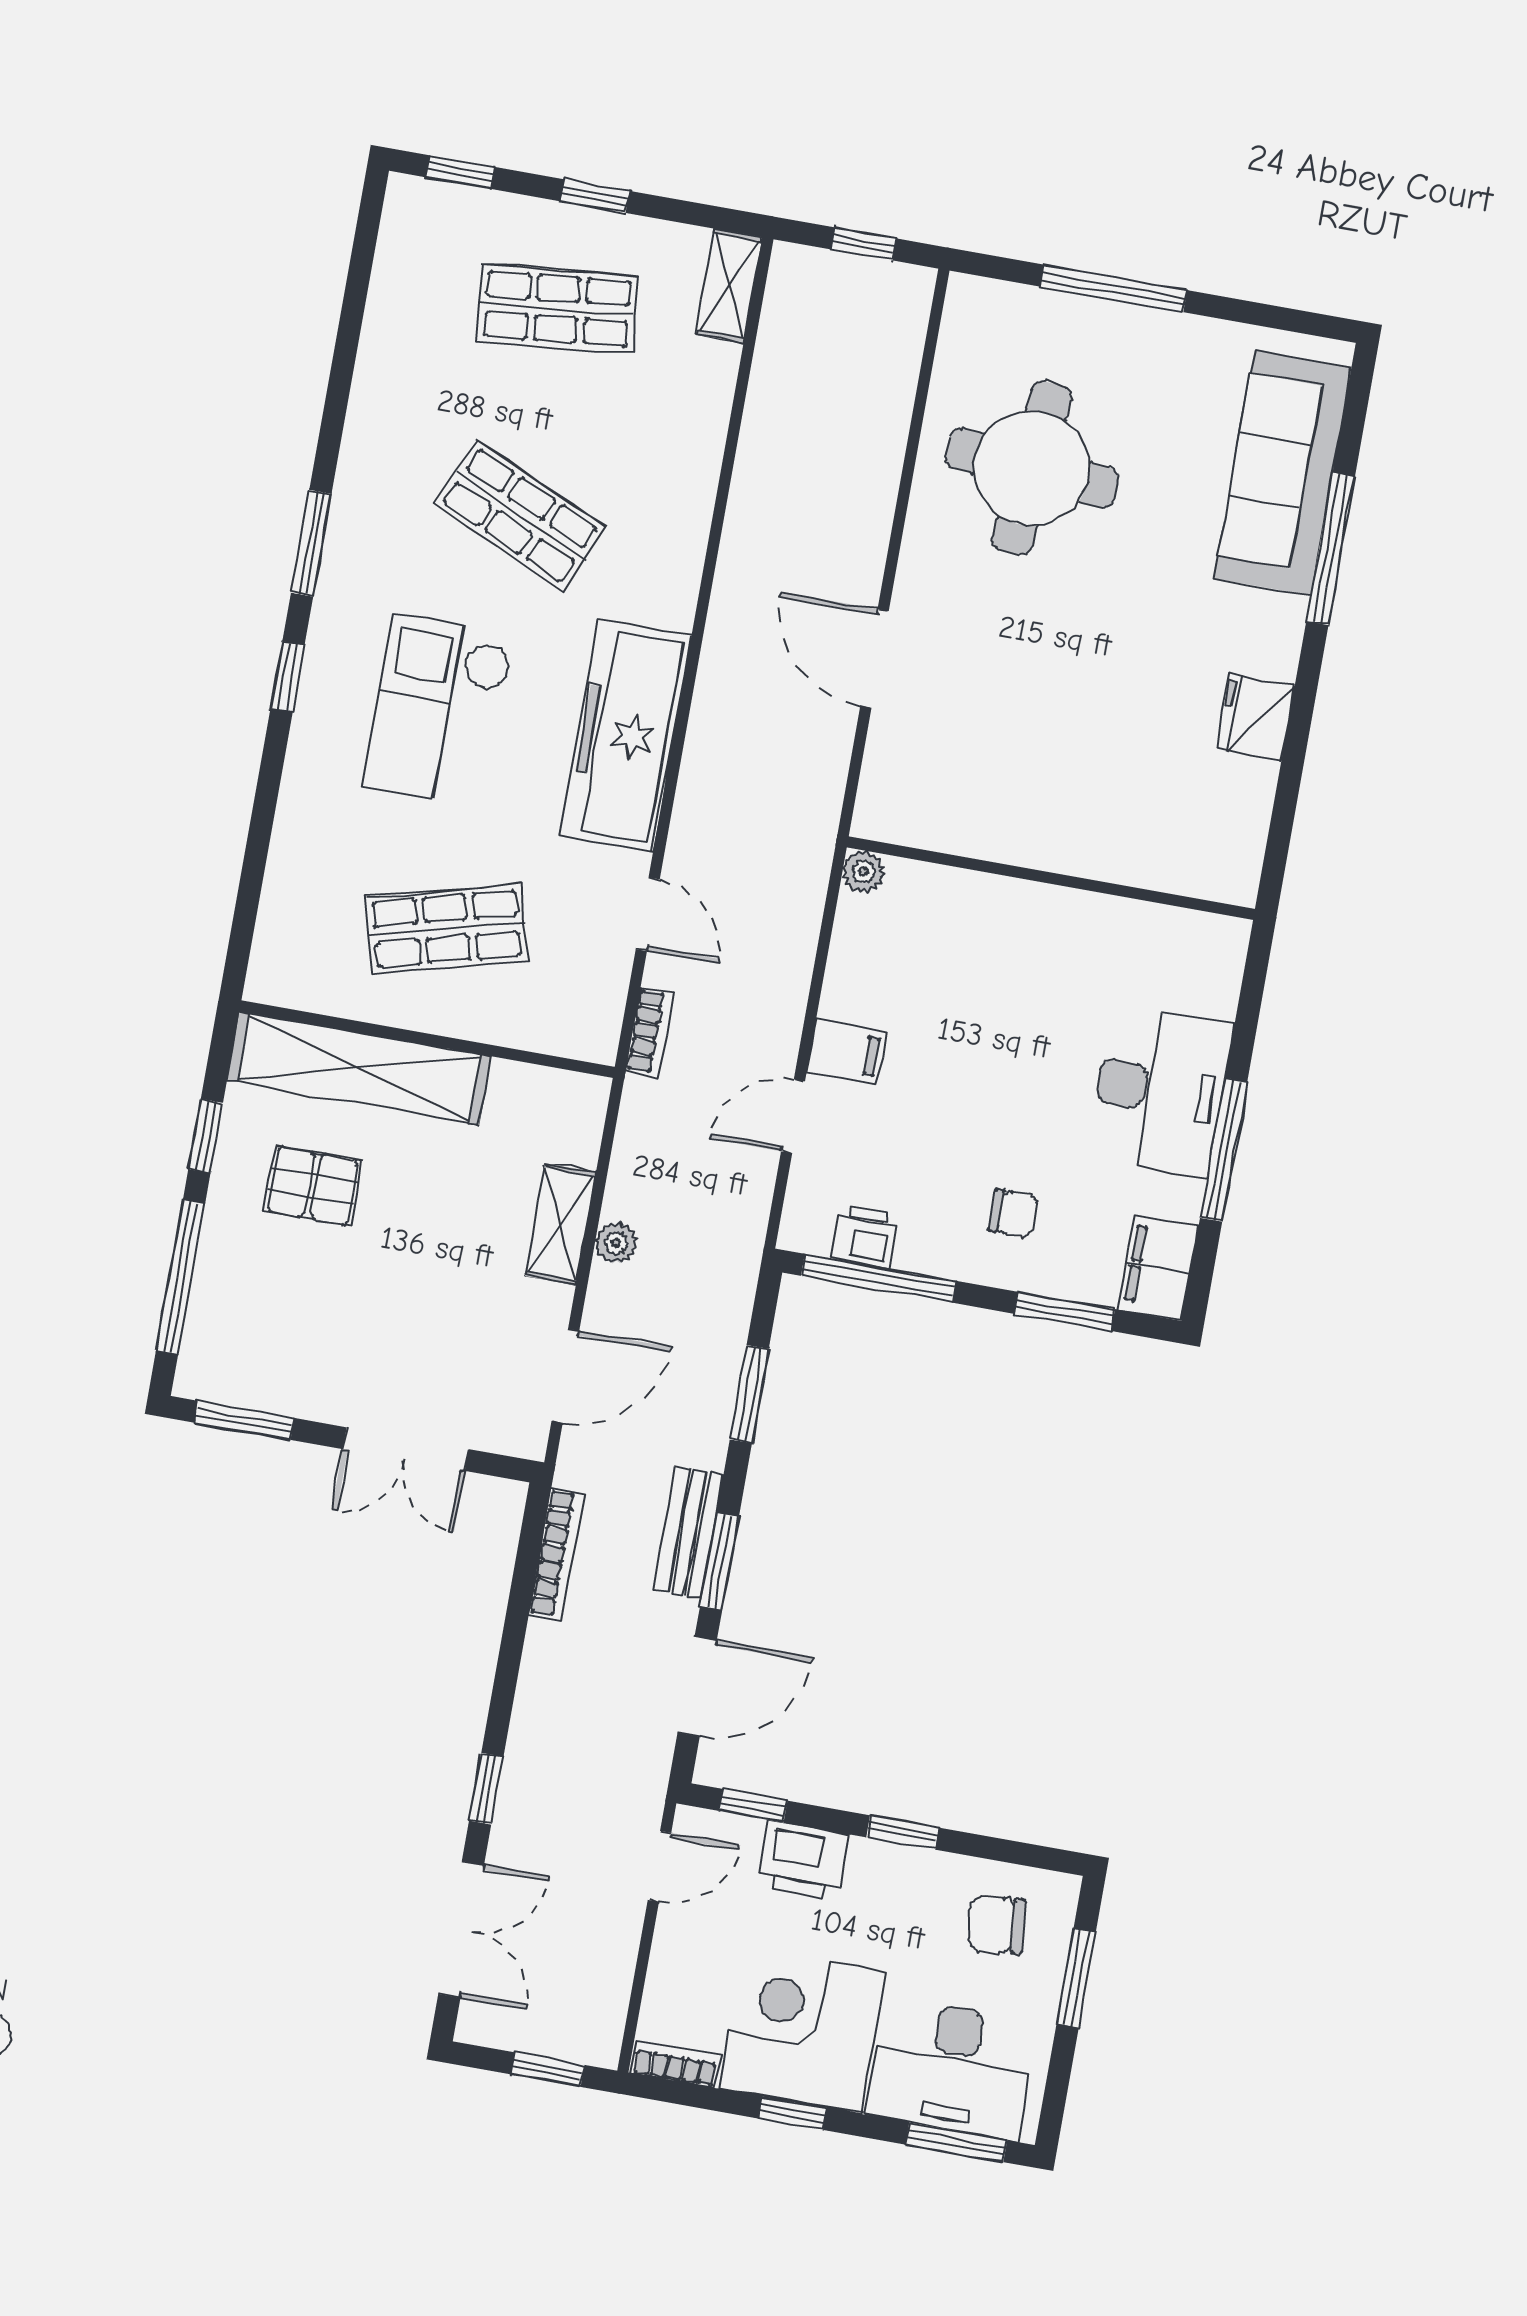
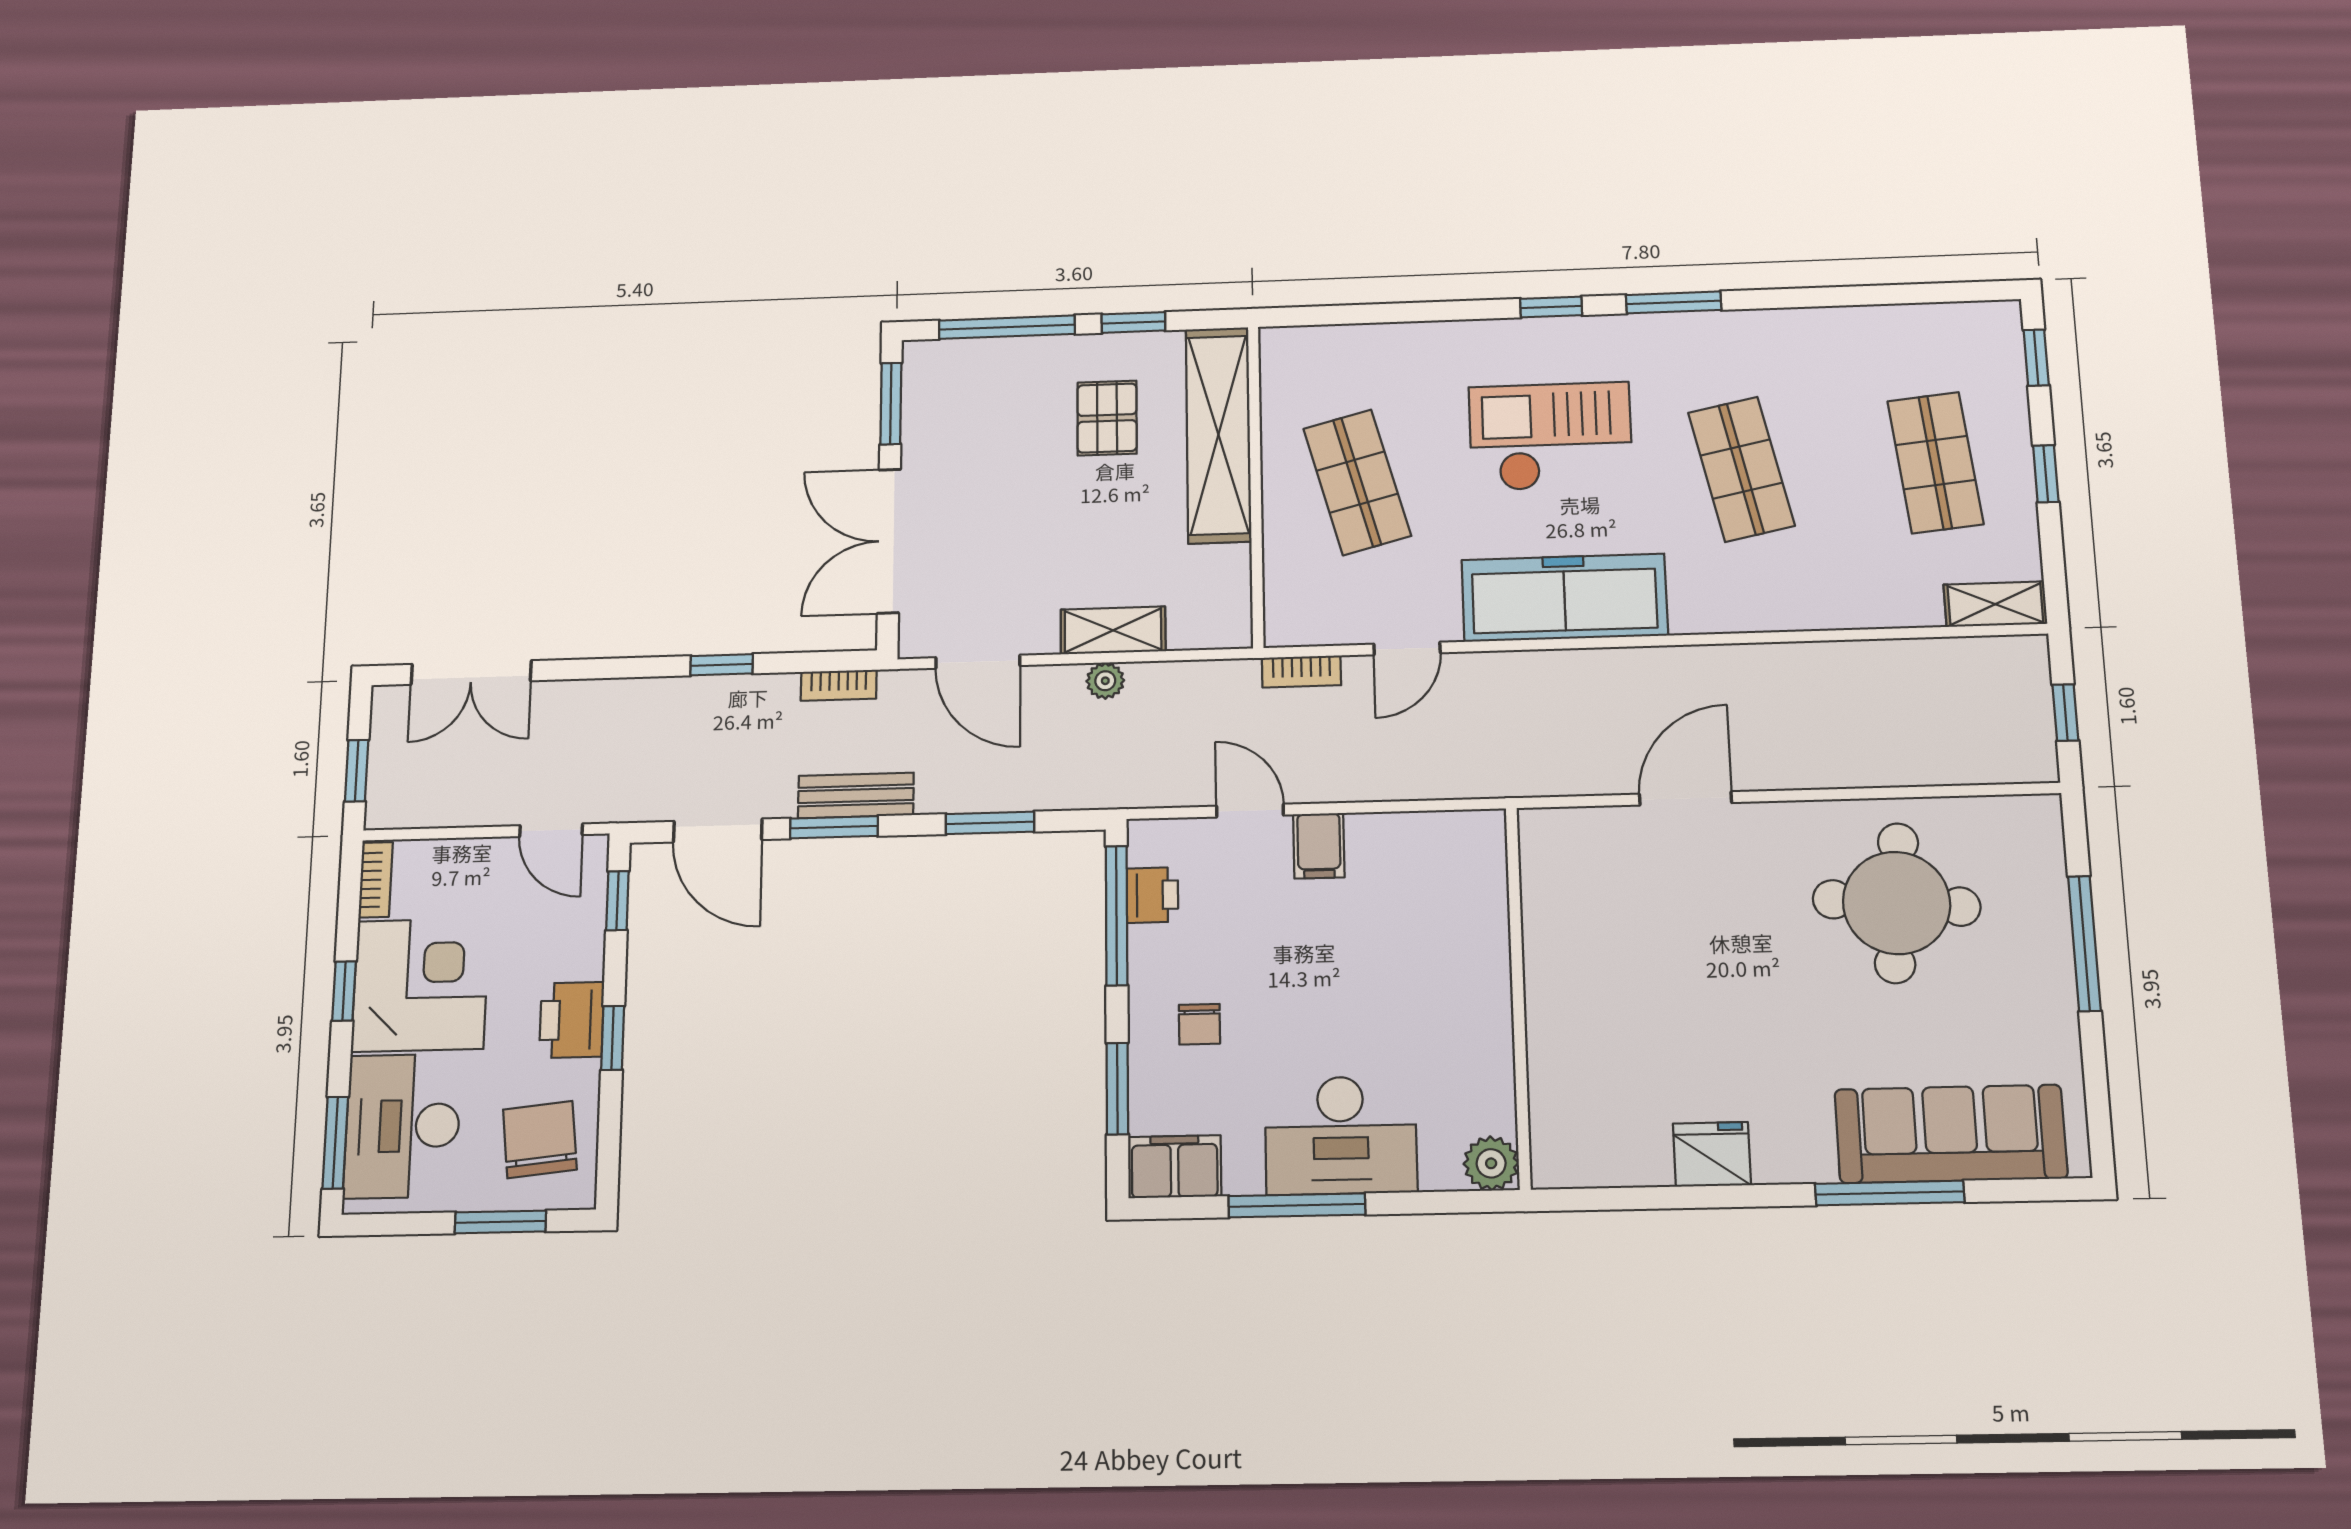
shop shelf: (520, 515) -> (1741, 469), turned -36
plant: (864, 872) -> (1491, 1163), moved, width x1.38, depth x1.38
double door: (406, 1449) -> (889, 541), width x1.37
bookcase: (556, 1554) -> (839, 685), width x0.64
window: (486, 1789) -> (722, 665), moved
printer: (803, 1861) -> (572, 1020), moved
chair: (997, 1925) -> (540, 1139), width x1.37, depth x1.37

